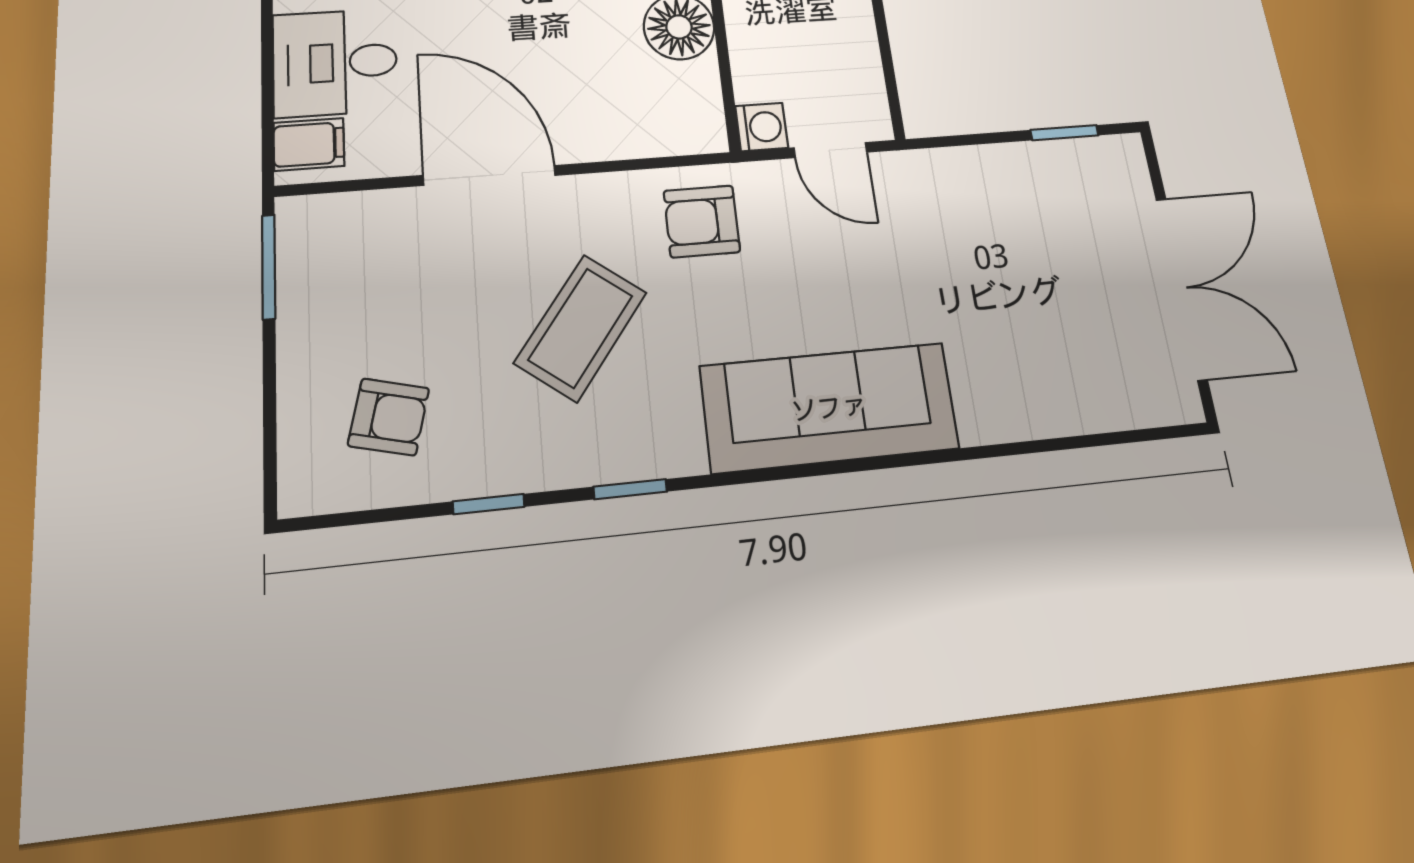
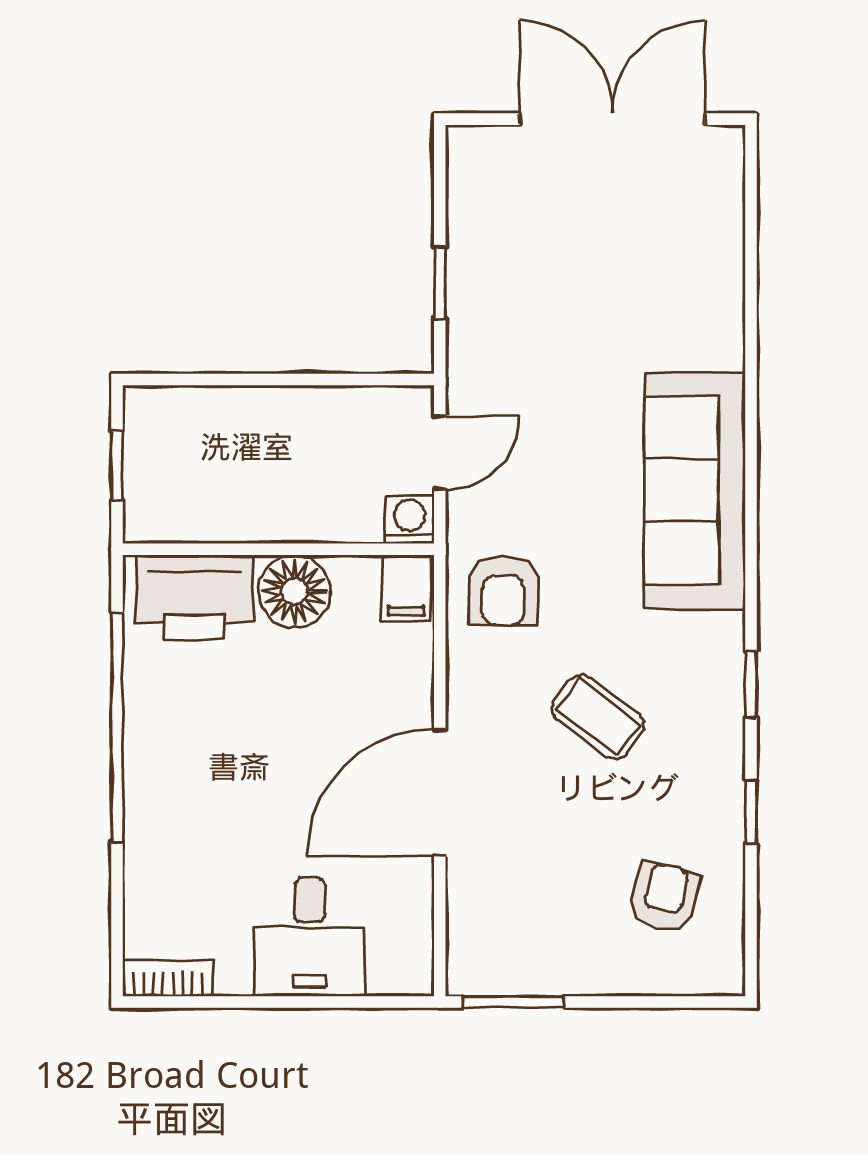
window: (1064, 133) -> (440, 283), moved
filing cabinet: (309, 144) -> (406, 588), moved, turned 180
coffee table: (581, 328) -> (598, 717), width x0.73, depth x0.77

